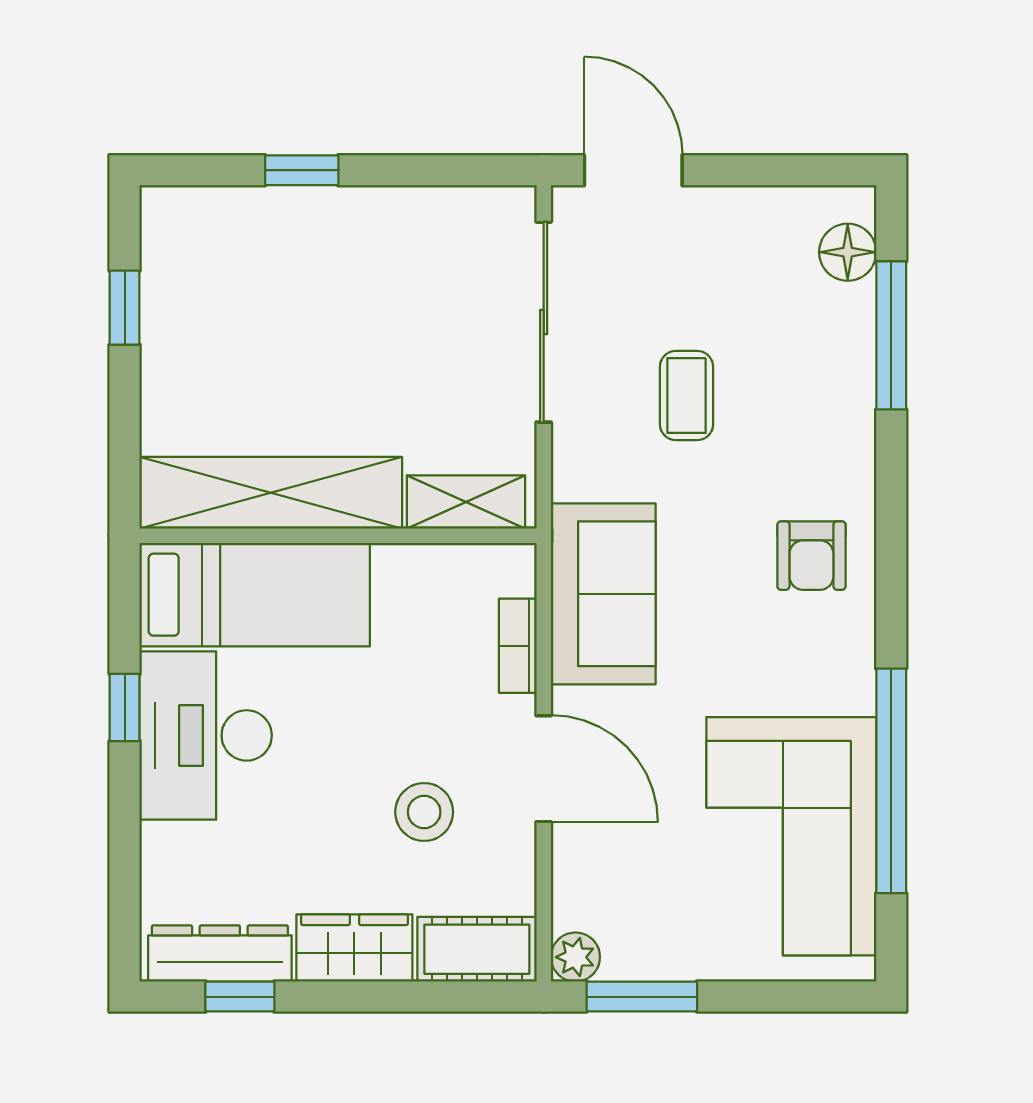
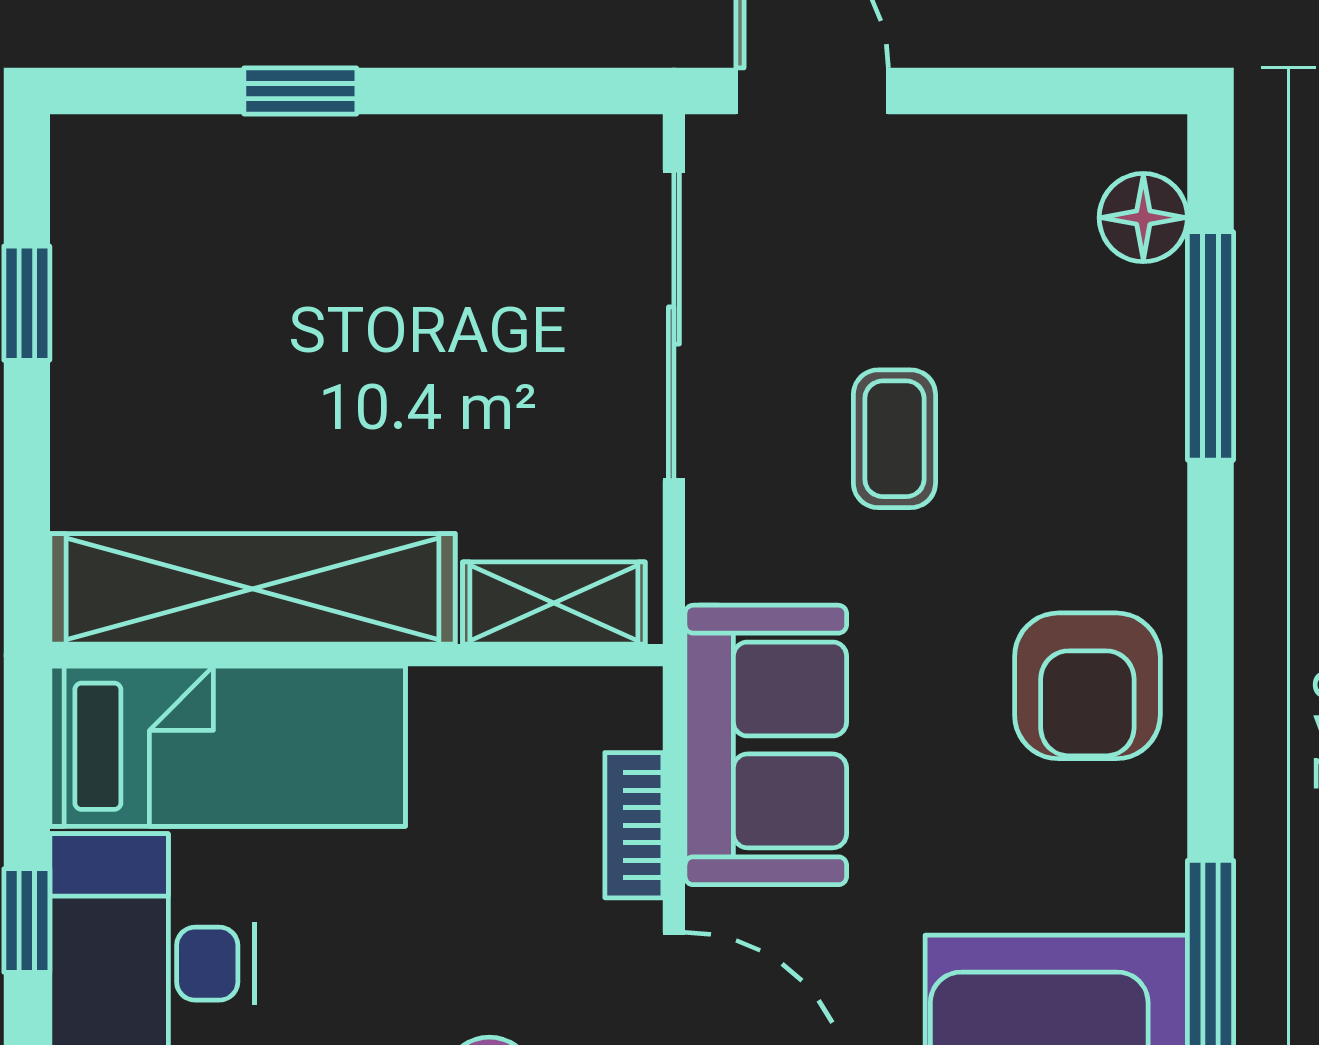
armchair: (811, 556) -> (1087, 686), width x1.38, depth x1.38

